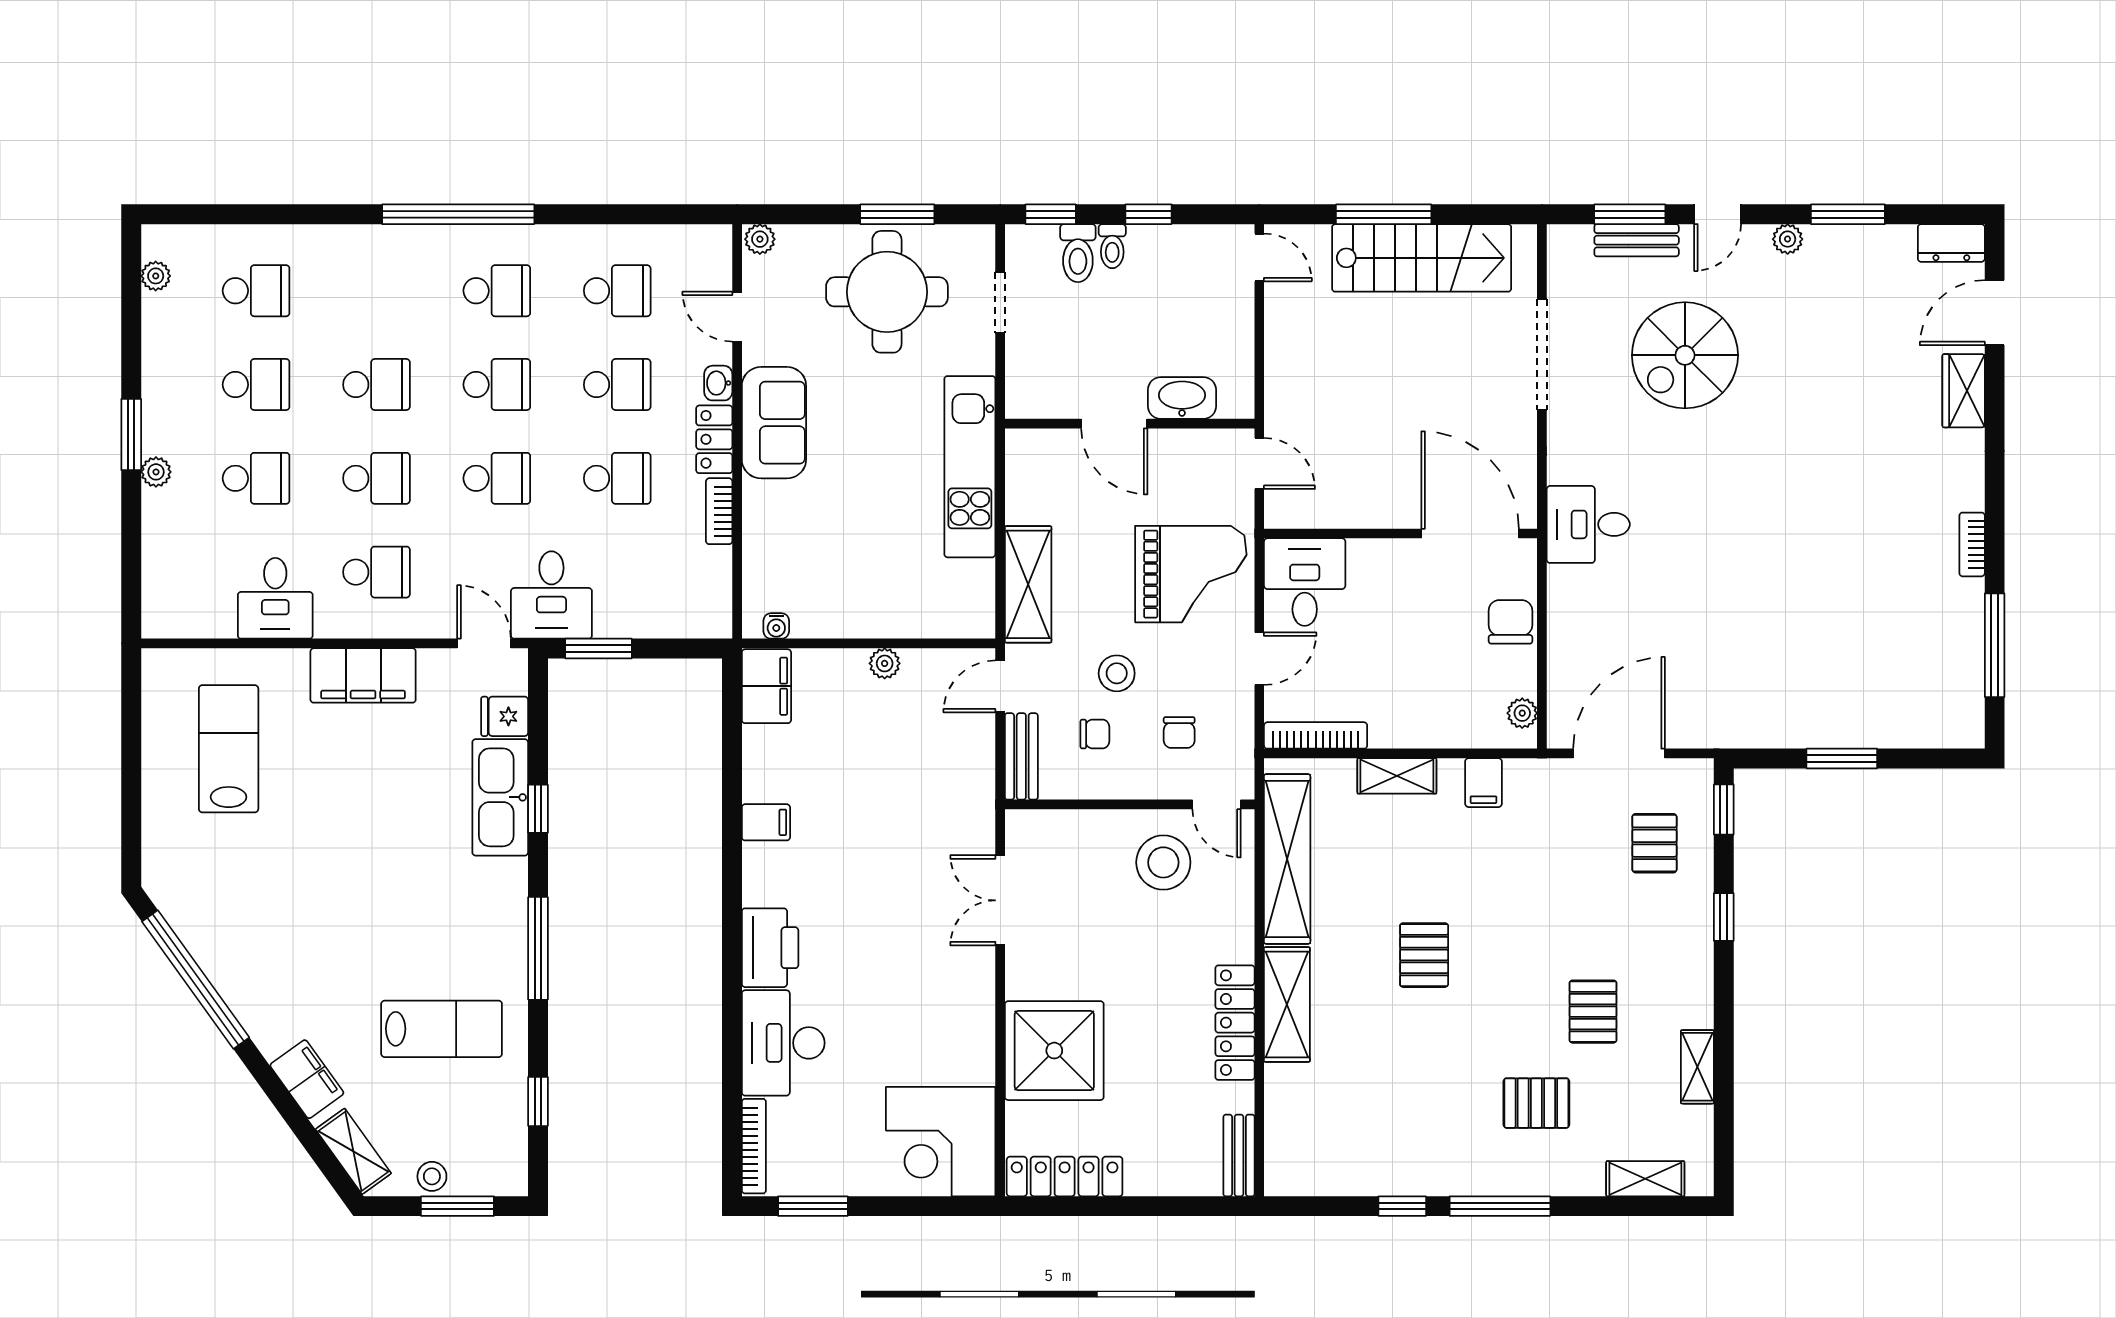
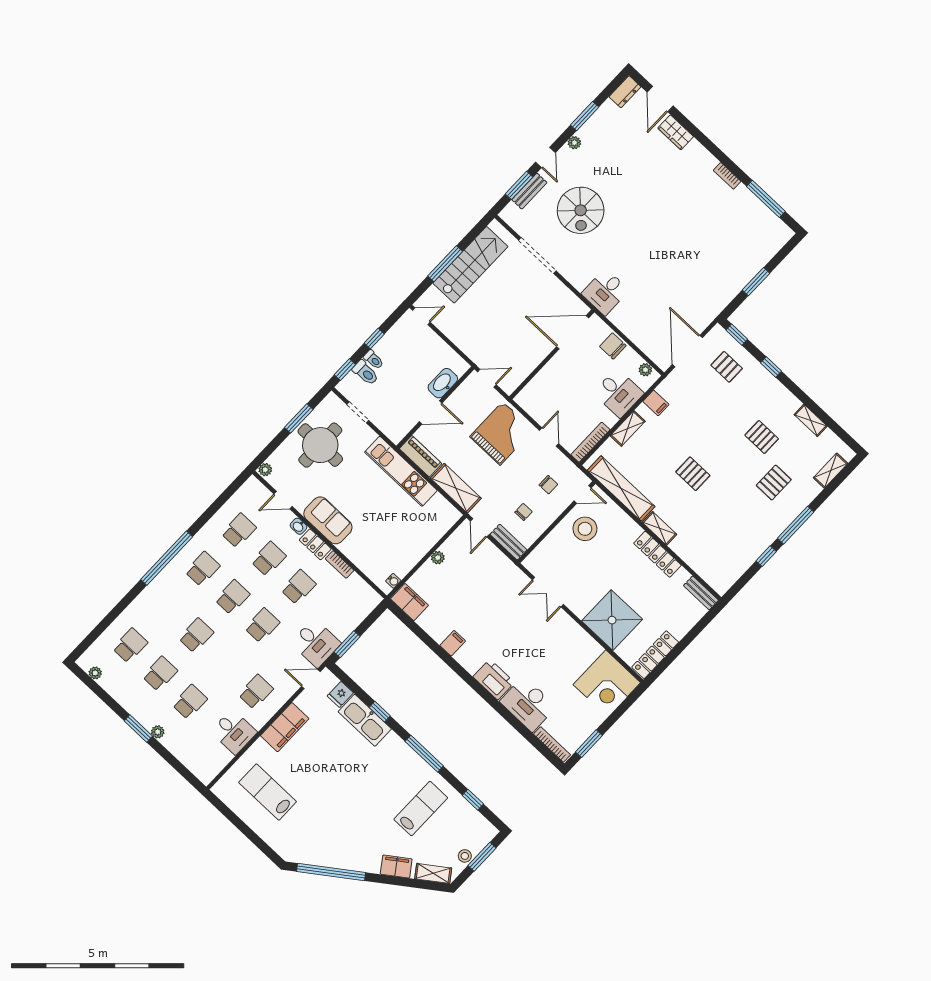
piano: (1026, 476) -> (421, 456), added
school desk: (376, 478) -> (226, 664), removed
desk: (1305, 582) -> (618, 393), moved, turned 180
stool: (1117, 673) -> (511, 487), removed
shelving: (1287, 1005) -> (660, 528), width x0.67, depth x0.75

